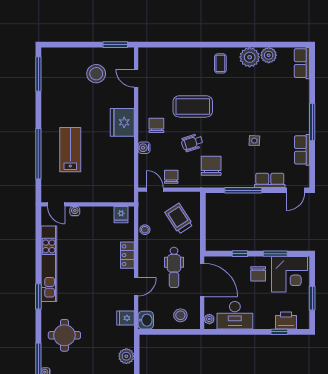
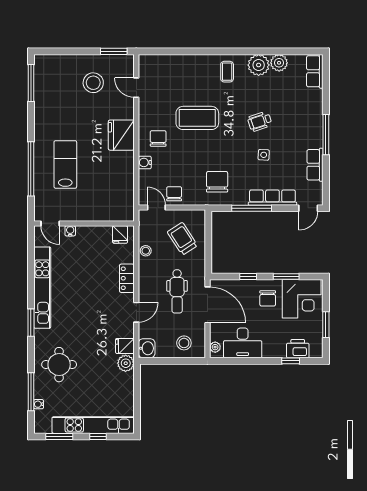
wheelchair: (192, 143) -> (260, 121), moved
row of seats: (270, 180) -> (272, 198), width x1.48
plant: (126, 356) -> (126, 363), moved

